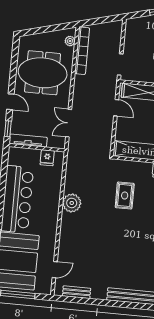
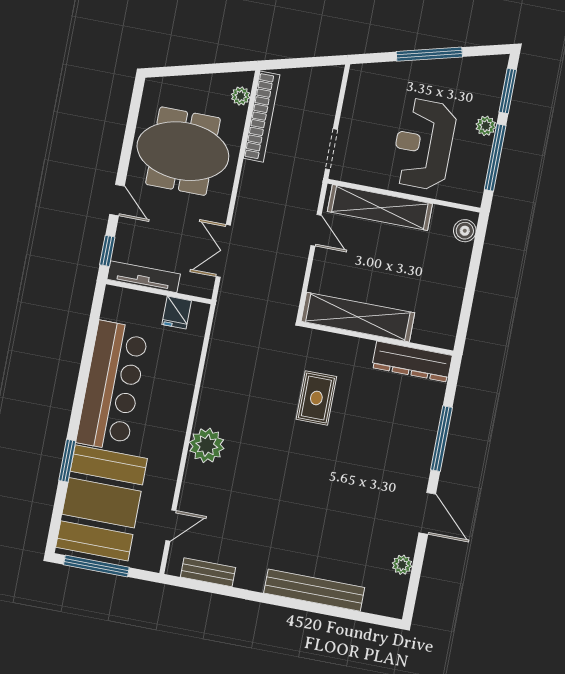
plant: (72, 203) -> (207, 445), moved

